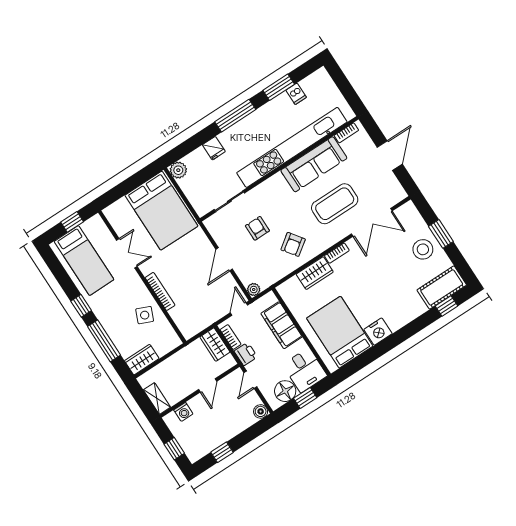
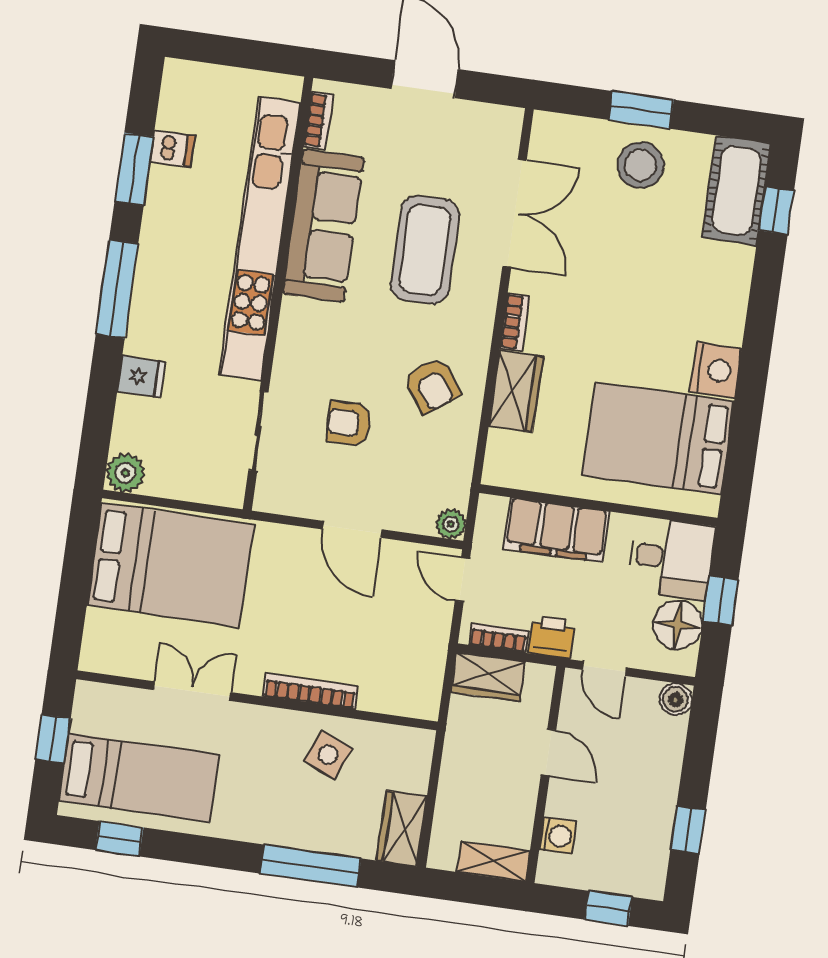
window: (81, 306) -> (119, 839), moved

